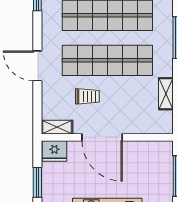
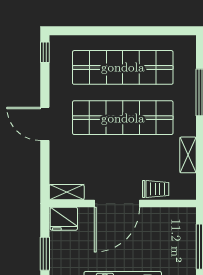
trolley: (87, 96) -> (156, 189), moved
door: (102, 137) -> (117, 204), hinge flipped

